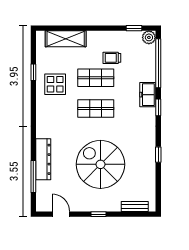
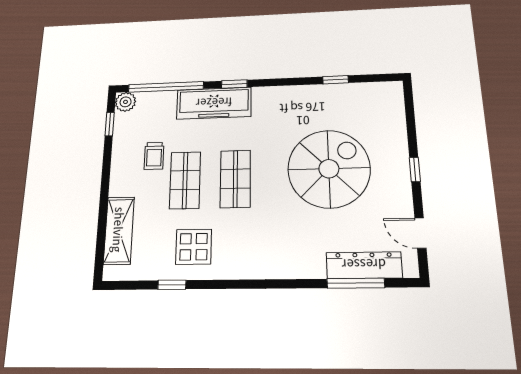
freezer: (148, 95) -> (214, 103), width x1.91, depth x1.26
window: (158, 155) -> (336, 80), moved
dresser: (43, 159) -> (364, 265), moved
spiral stairs: (100, 164) -> (329, 169), turned 180
bench: (135, 206) -> (397, 113), removed
door: (61, 214) -> (420, 233), hinge flipped

